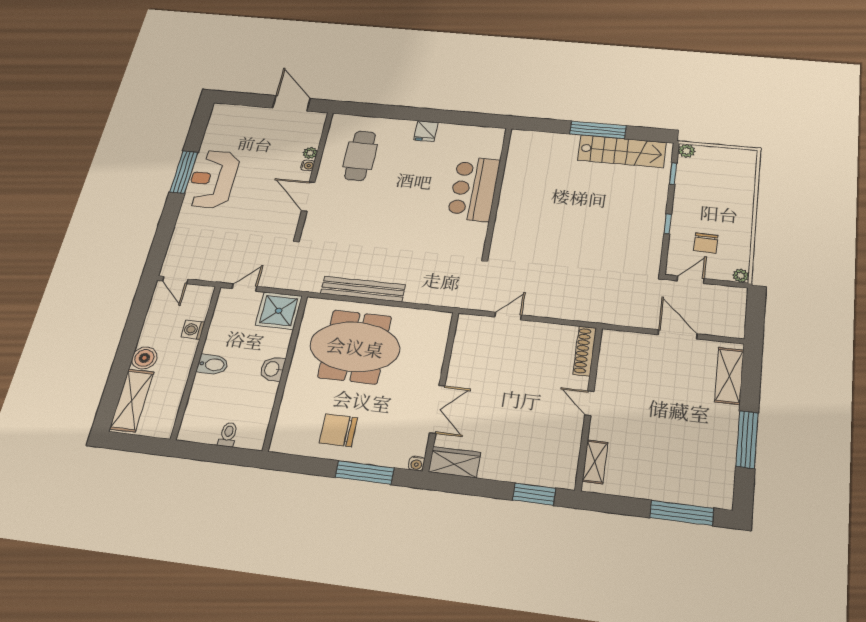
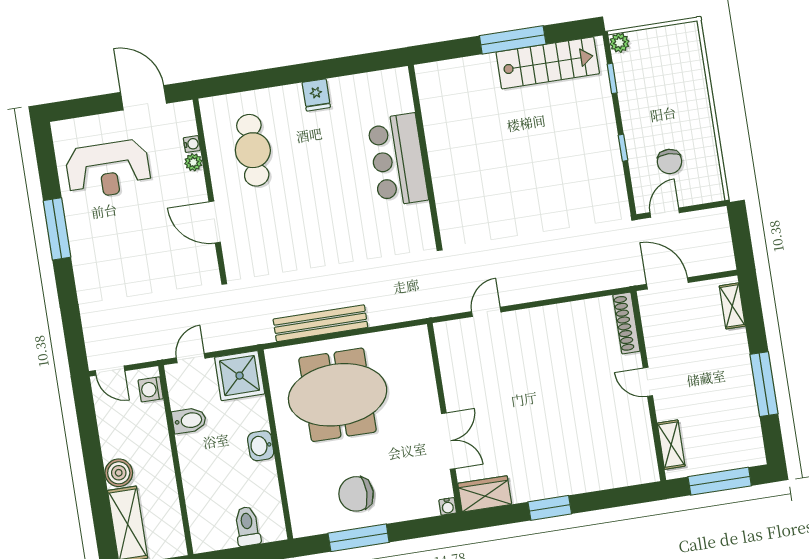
water cooler: (308, 165) -> (192, 144), moved
reception desk: (213, 179) -> (108, 169), moved, turned -90
plant: (741, 276) -> (716, 193), removed
washing machine: (193, 330) -> (151, 389), moved
shoe rack: (585, 351) -> (626, 323), moved
bidet: (213, 365) -> (189, 420), moved
shelving: (729, 376) -> (732, 306), width x0.67, depth x0.75
door: (589, 403) -> (648, 382), moved
wall: (589, 407) -> (648, 386), moved
toilet: (228, 435) -> (247, 526), width x1.37, depth x1.39
shelving: (595, 462) -> (671, 445), moved
window: (365, 473) -> (359, 538), moved
window: (534, 494) -> (550, 508), moved

